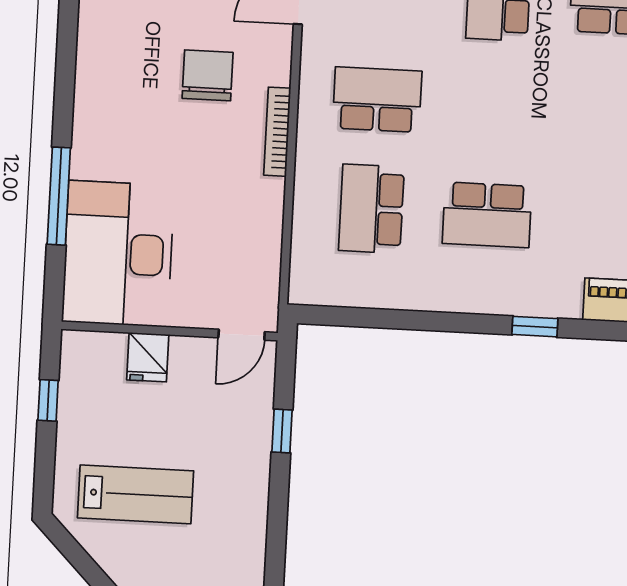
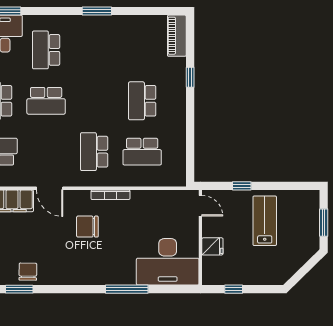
window: (59, 196) -> (127, 289), moved
school desk: (487, 215) -> (142, 101), turned 180
lab bench: (136, 494) -> (265, 221), moved

